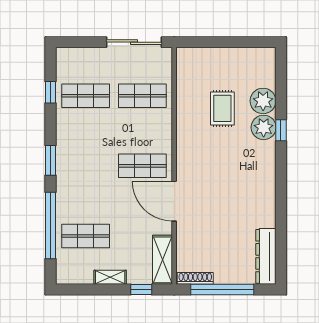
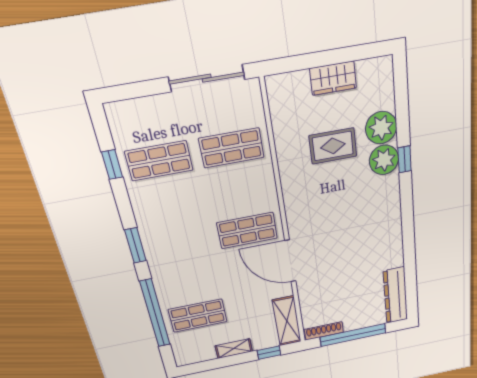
wardrobe: (228, 57) -> (333, 78), added
rug: (222, 108) -> (333, 146), turned 90

